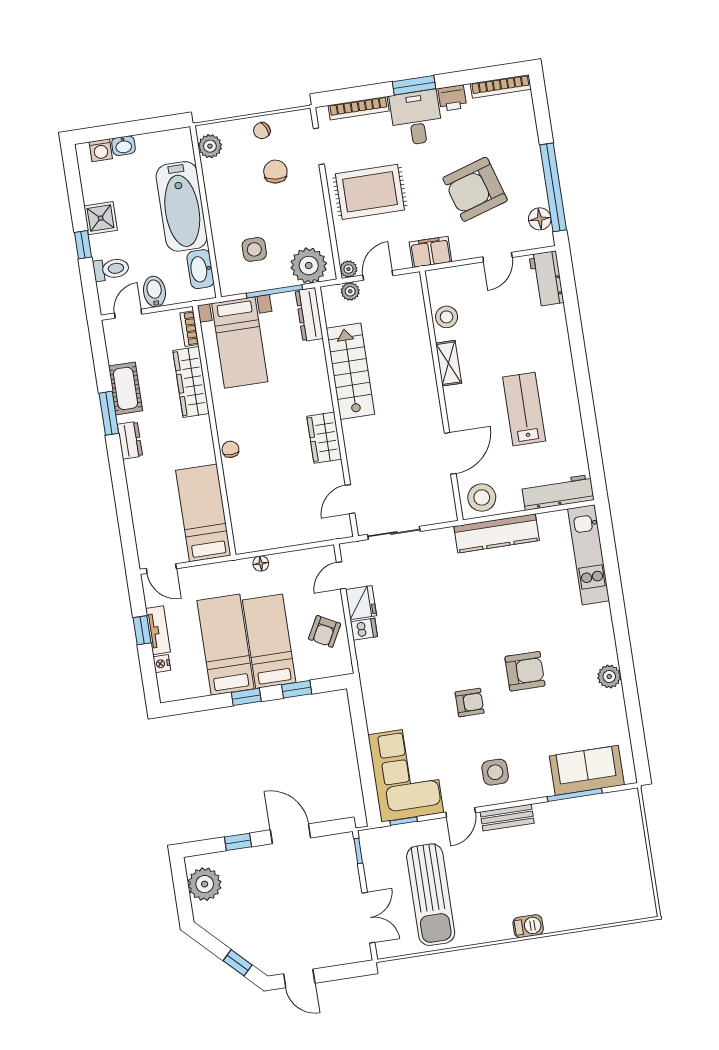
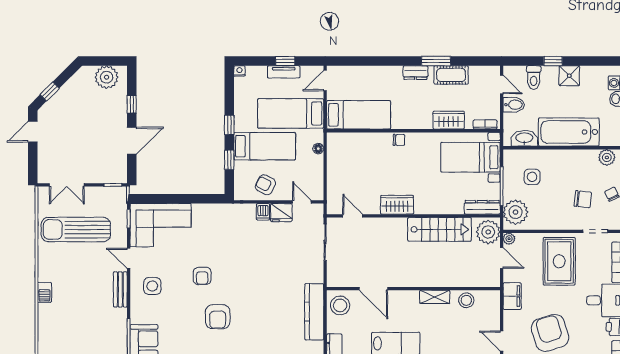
plant: (350, 291) -> (488, 232), width x1.87, depth x1.87
wardrobe: (191, 382) -> (449, 120), width x0.67
bed: (226, 645) -> (291, 113), moved, turned 180
nightstand: (162, 664) -> (239, 71), moved

